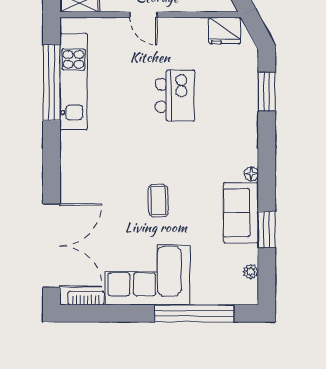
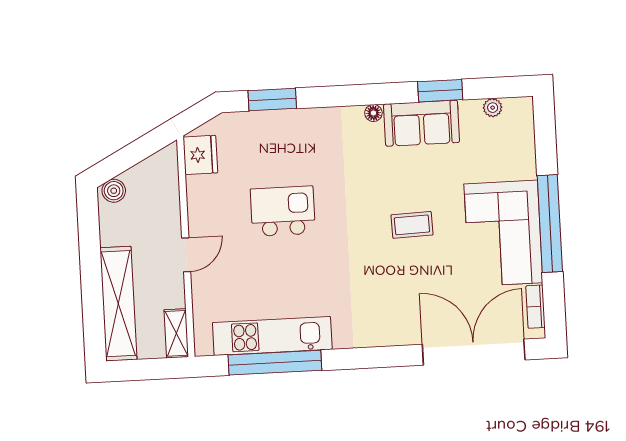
window: (194, 313) -> (550, 224), moved

